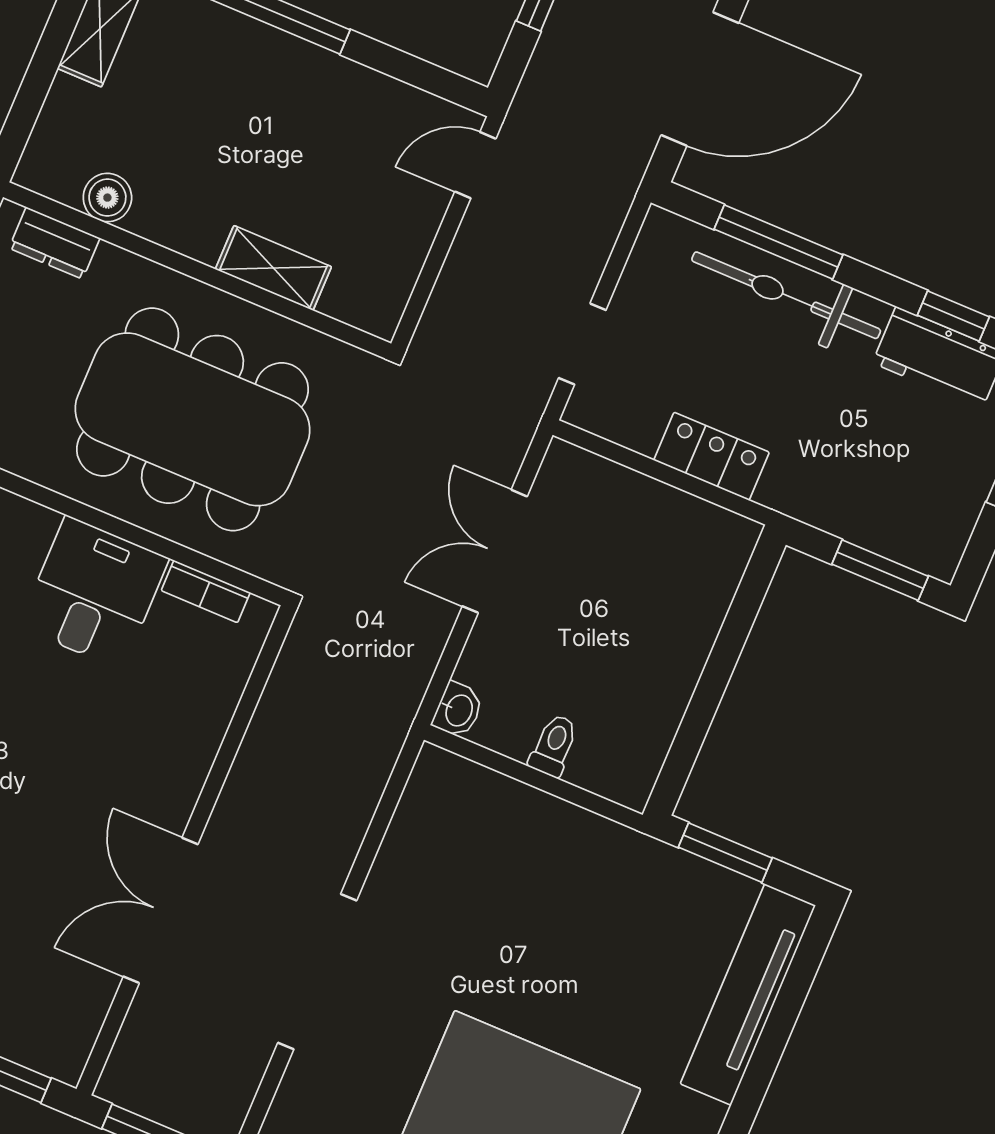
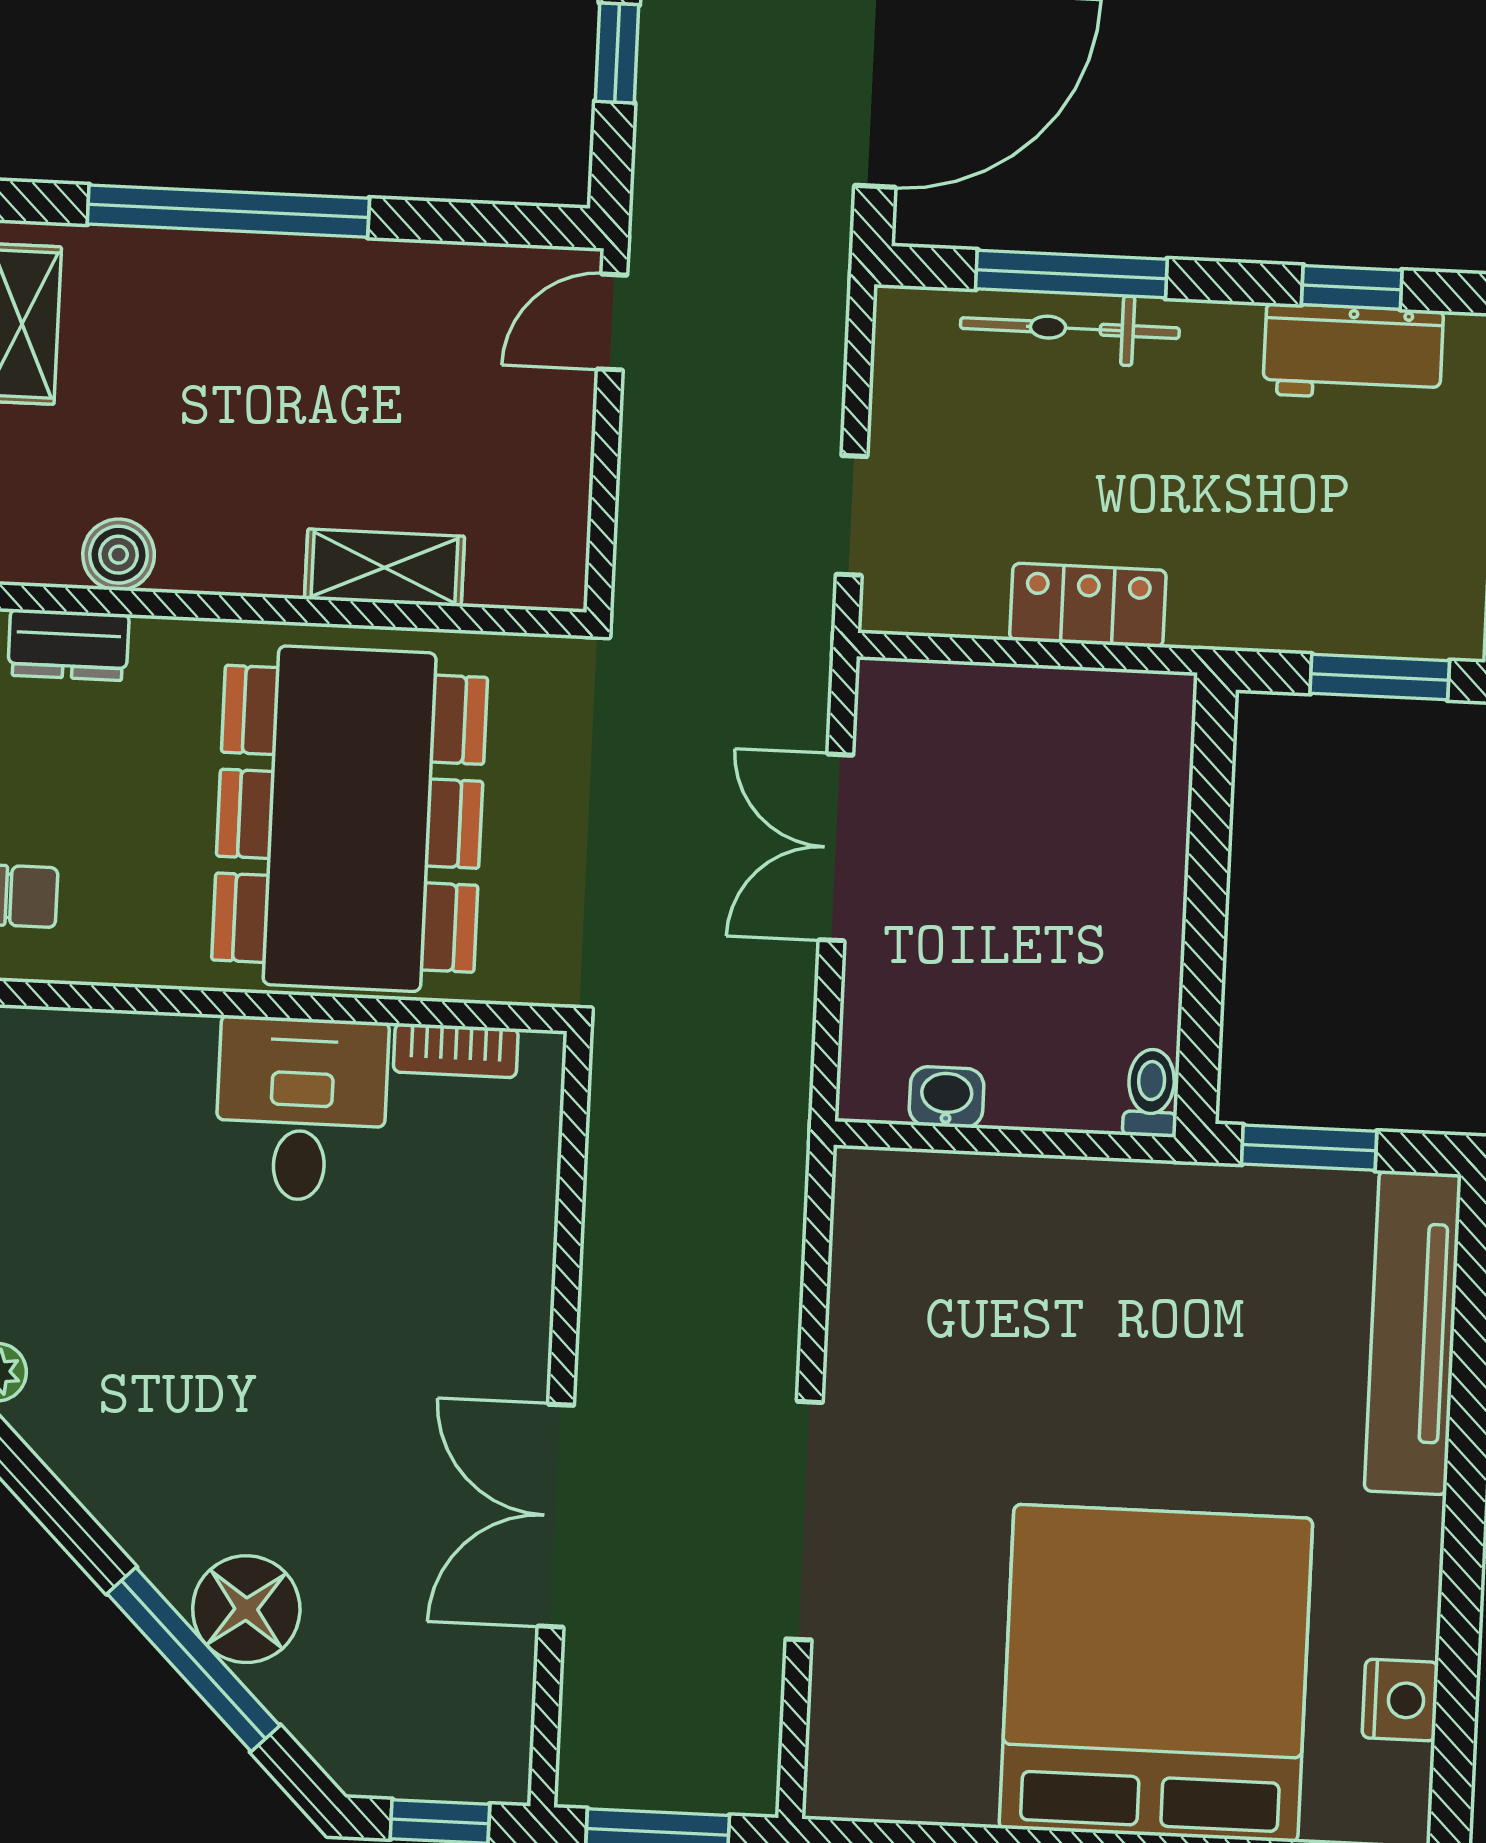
bicycle: (786, 295) -> (1070, 328), width x0.73, depth x0.71
dining table: (193, 419) -> (350, 819), turned 90
washbasin: (458, 710) -> (947, 1097), moved, turned -90
toilet: (554, 745) -> (1151, 1093), moved

